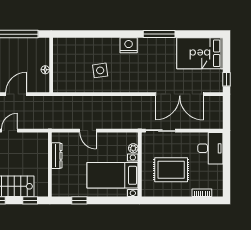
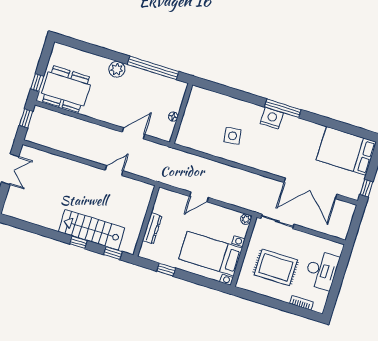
window: (159, 34) -> (283, 108), moved
door: (88, 131) -> (199, 197), hinge flipped
plant: (133, 148) -> (246, 219), moved
desk: (210, 148) -> (322, 270), moved
dresser: (57, 156) -> (152, 228), moved

